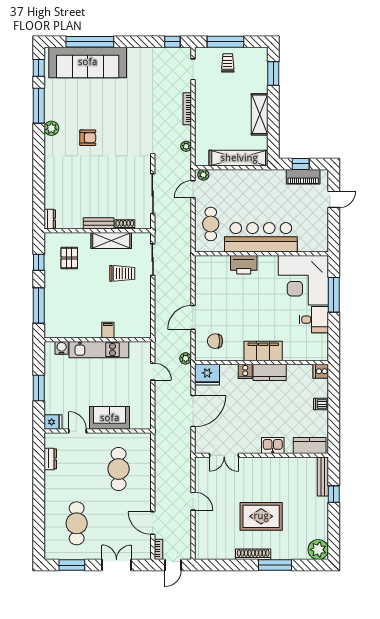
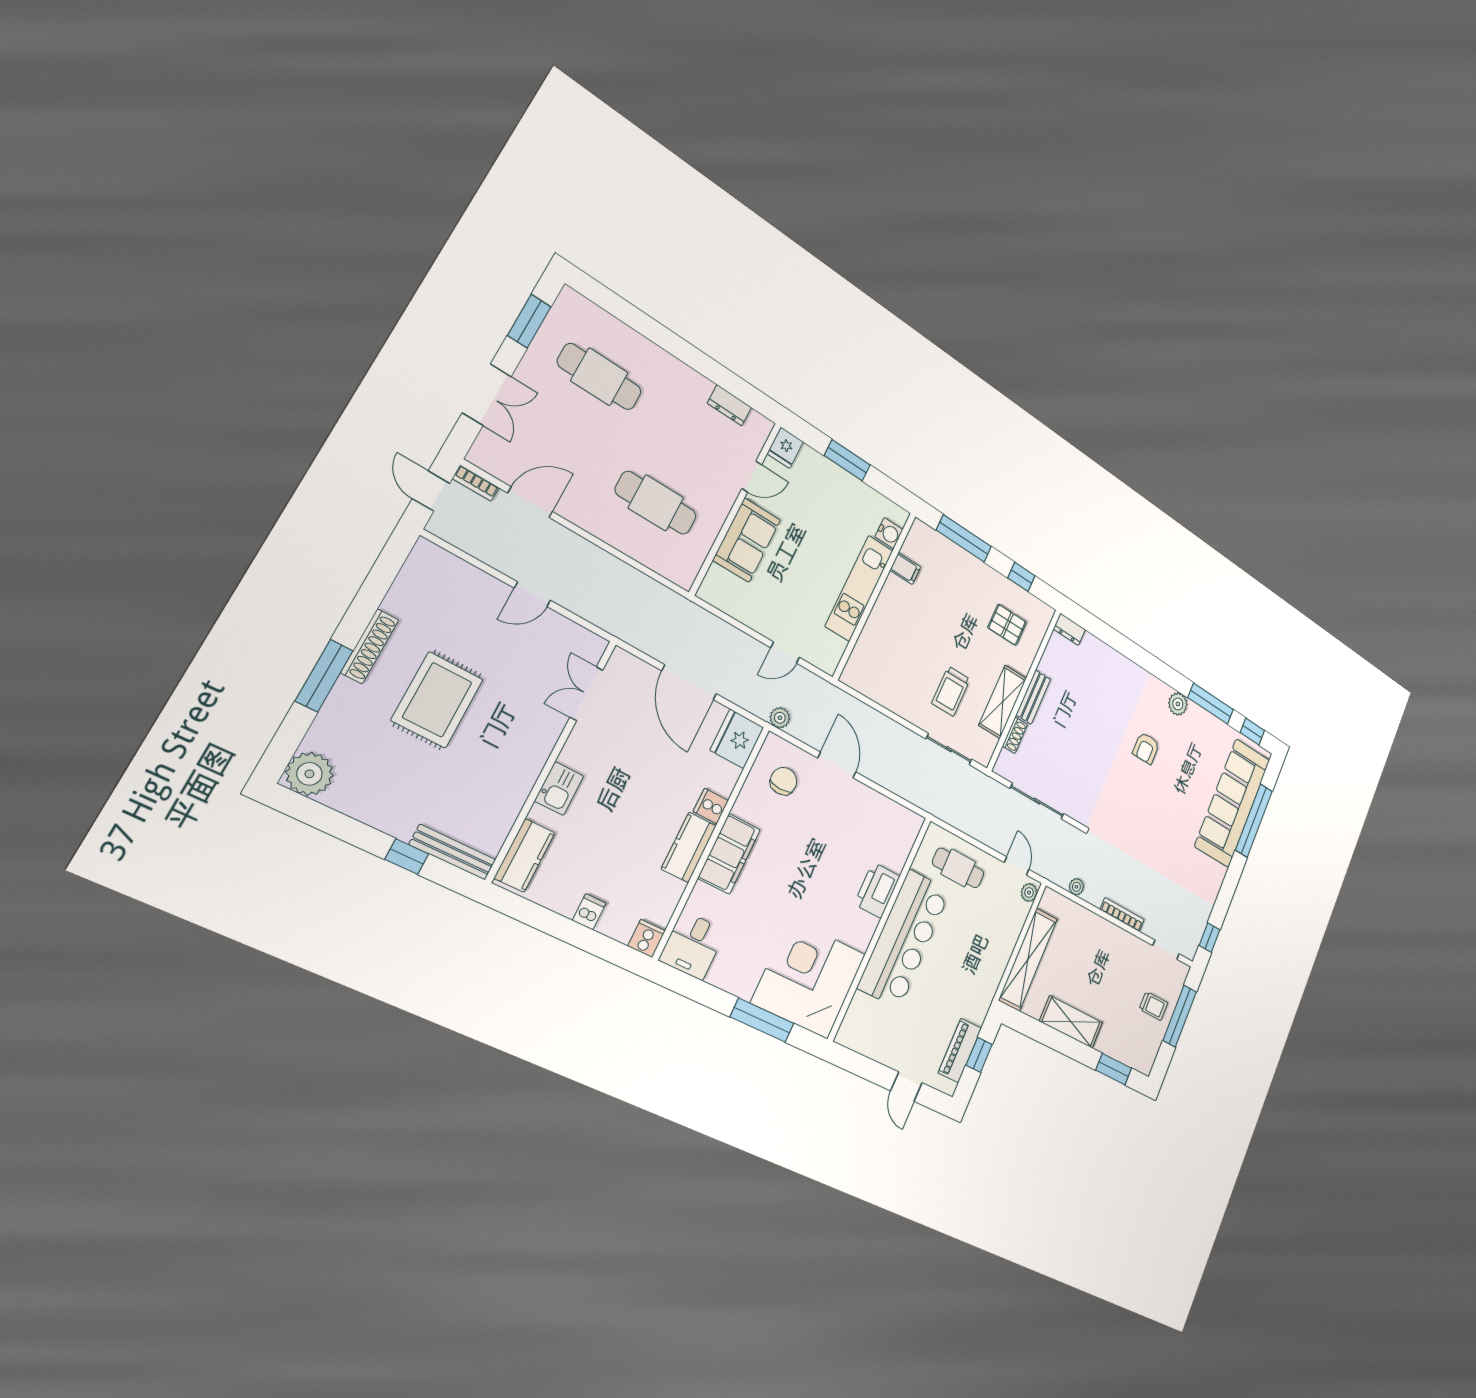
desk: (314, 320) -> (692, 945), moved
filing cabinet: (108, 330) -> (905, 569), moved

